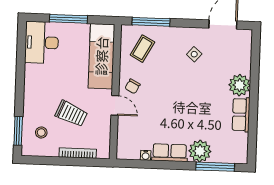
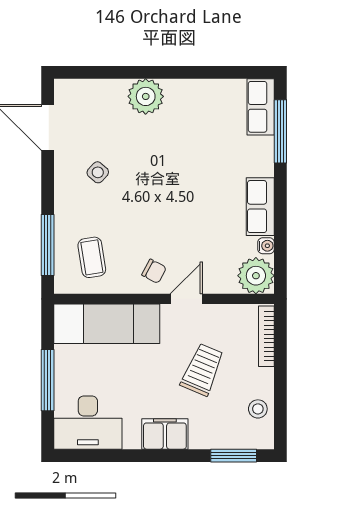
coffee table: (142, 49) -> (92, 257), turned 52
filing cabinet: (33, 89) -> (165, 434), added
row of seats: (241, 115) -> (261, 107), moved, turned 90
stool: (41, 132) -> (258, 409), moved
plant: (200, 151) -> (256, 276), moved
bookcase: (78, 153) -> (266, 336), moved

